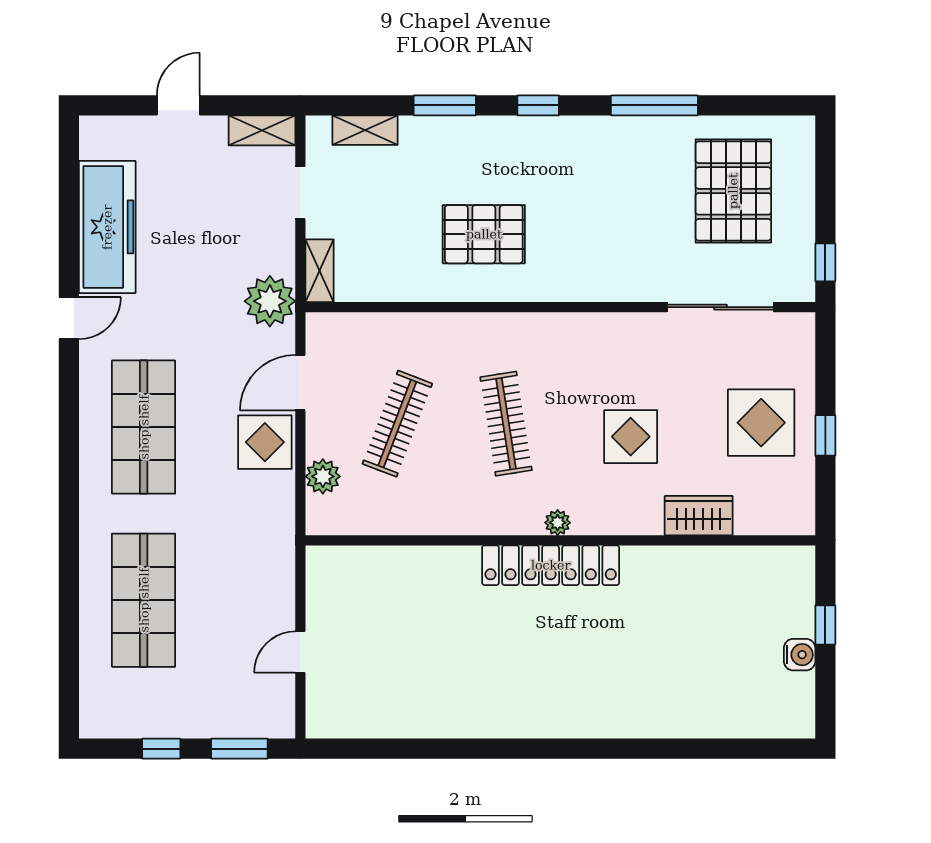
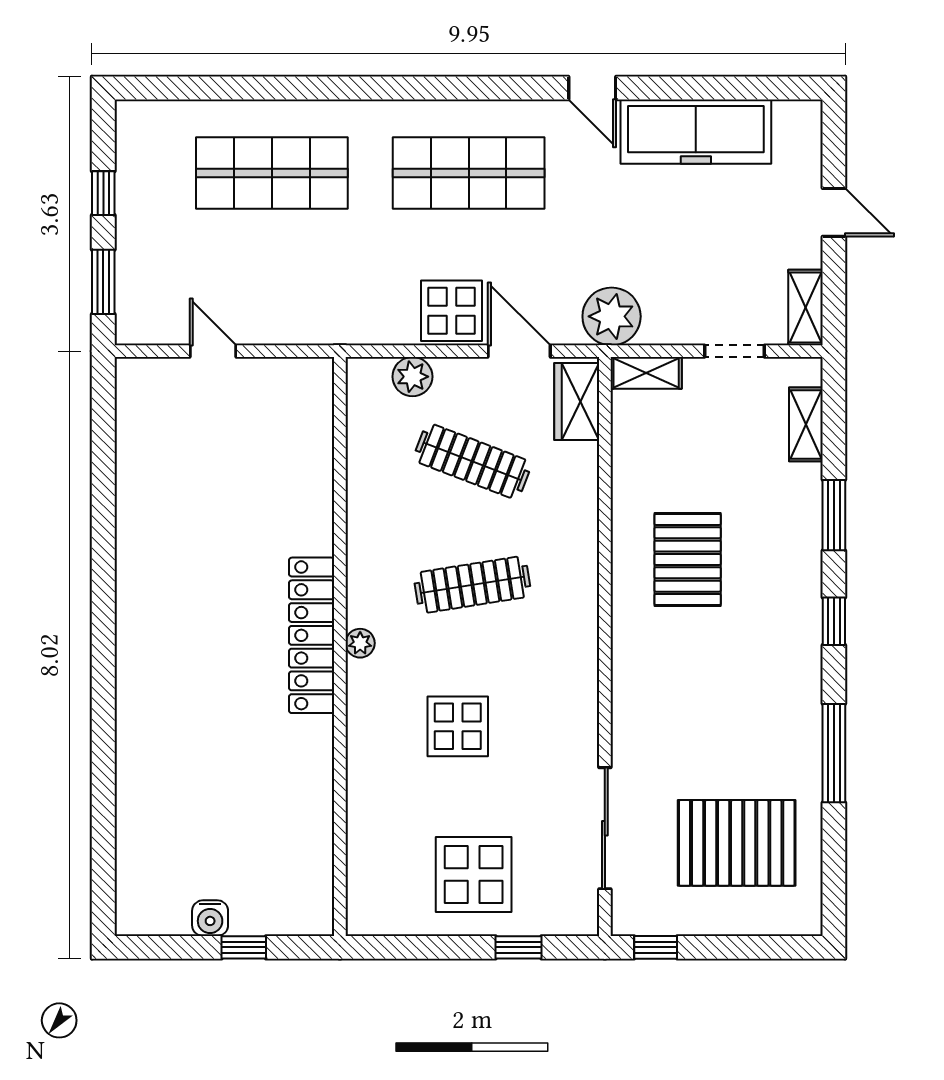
window: (825, 435) -> (518, 947), moved
wardrobe: (699, 516) -> (577, 402), moved, turned 180

